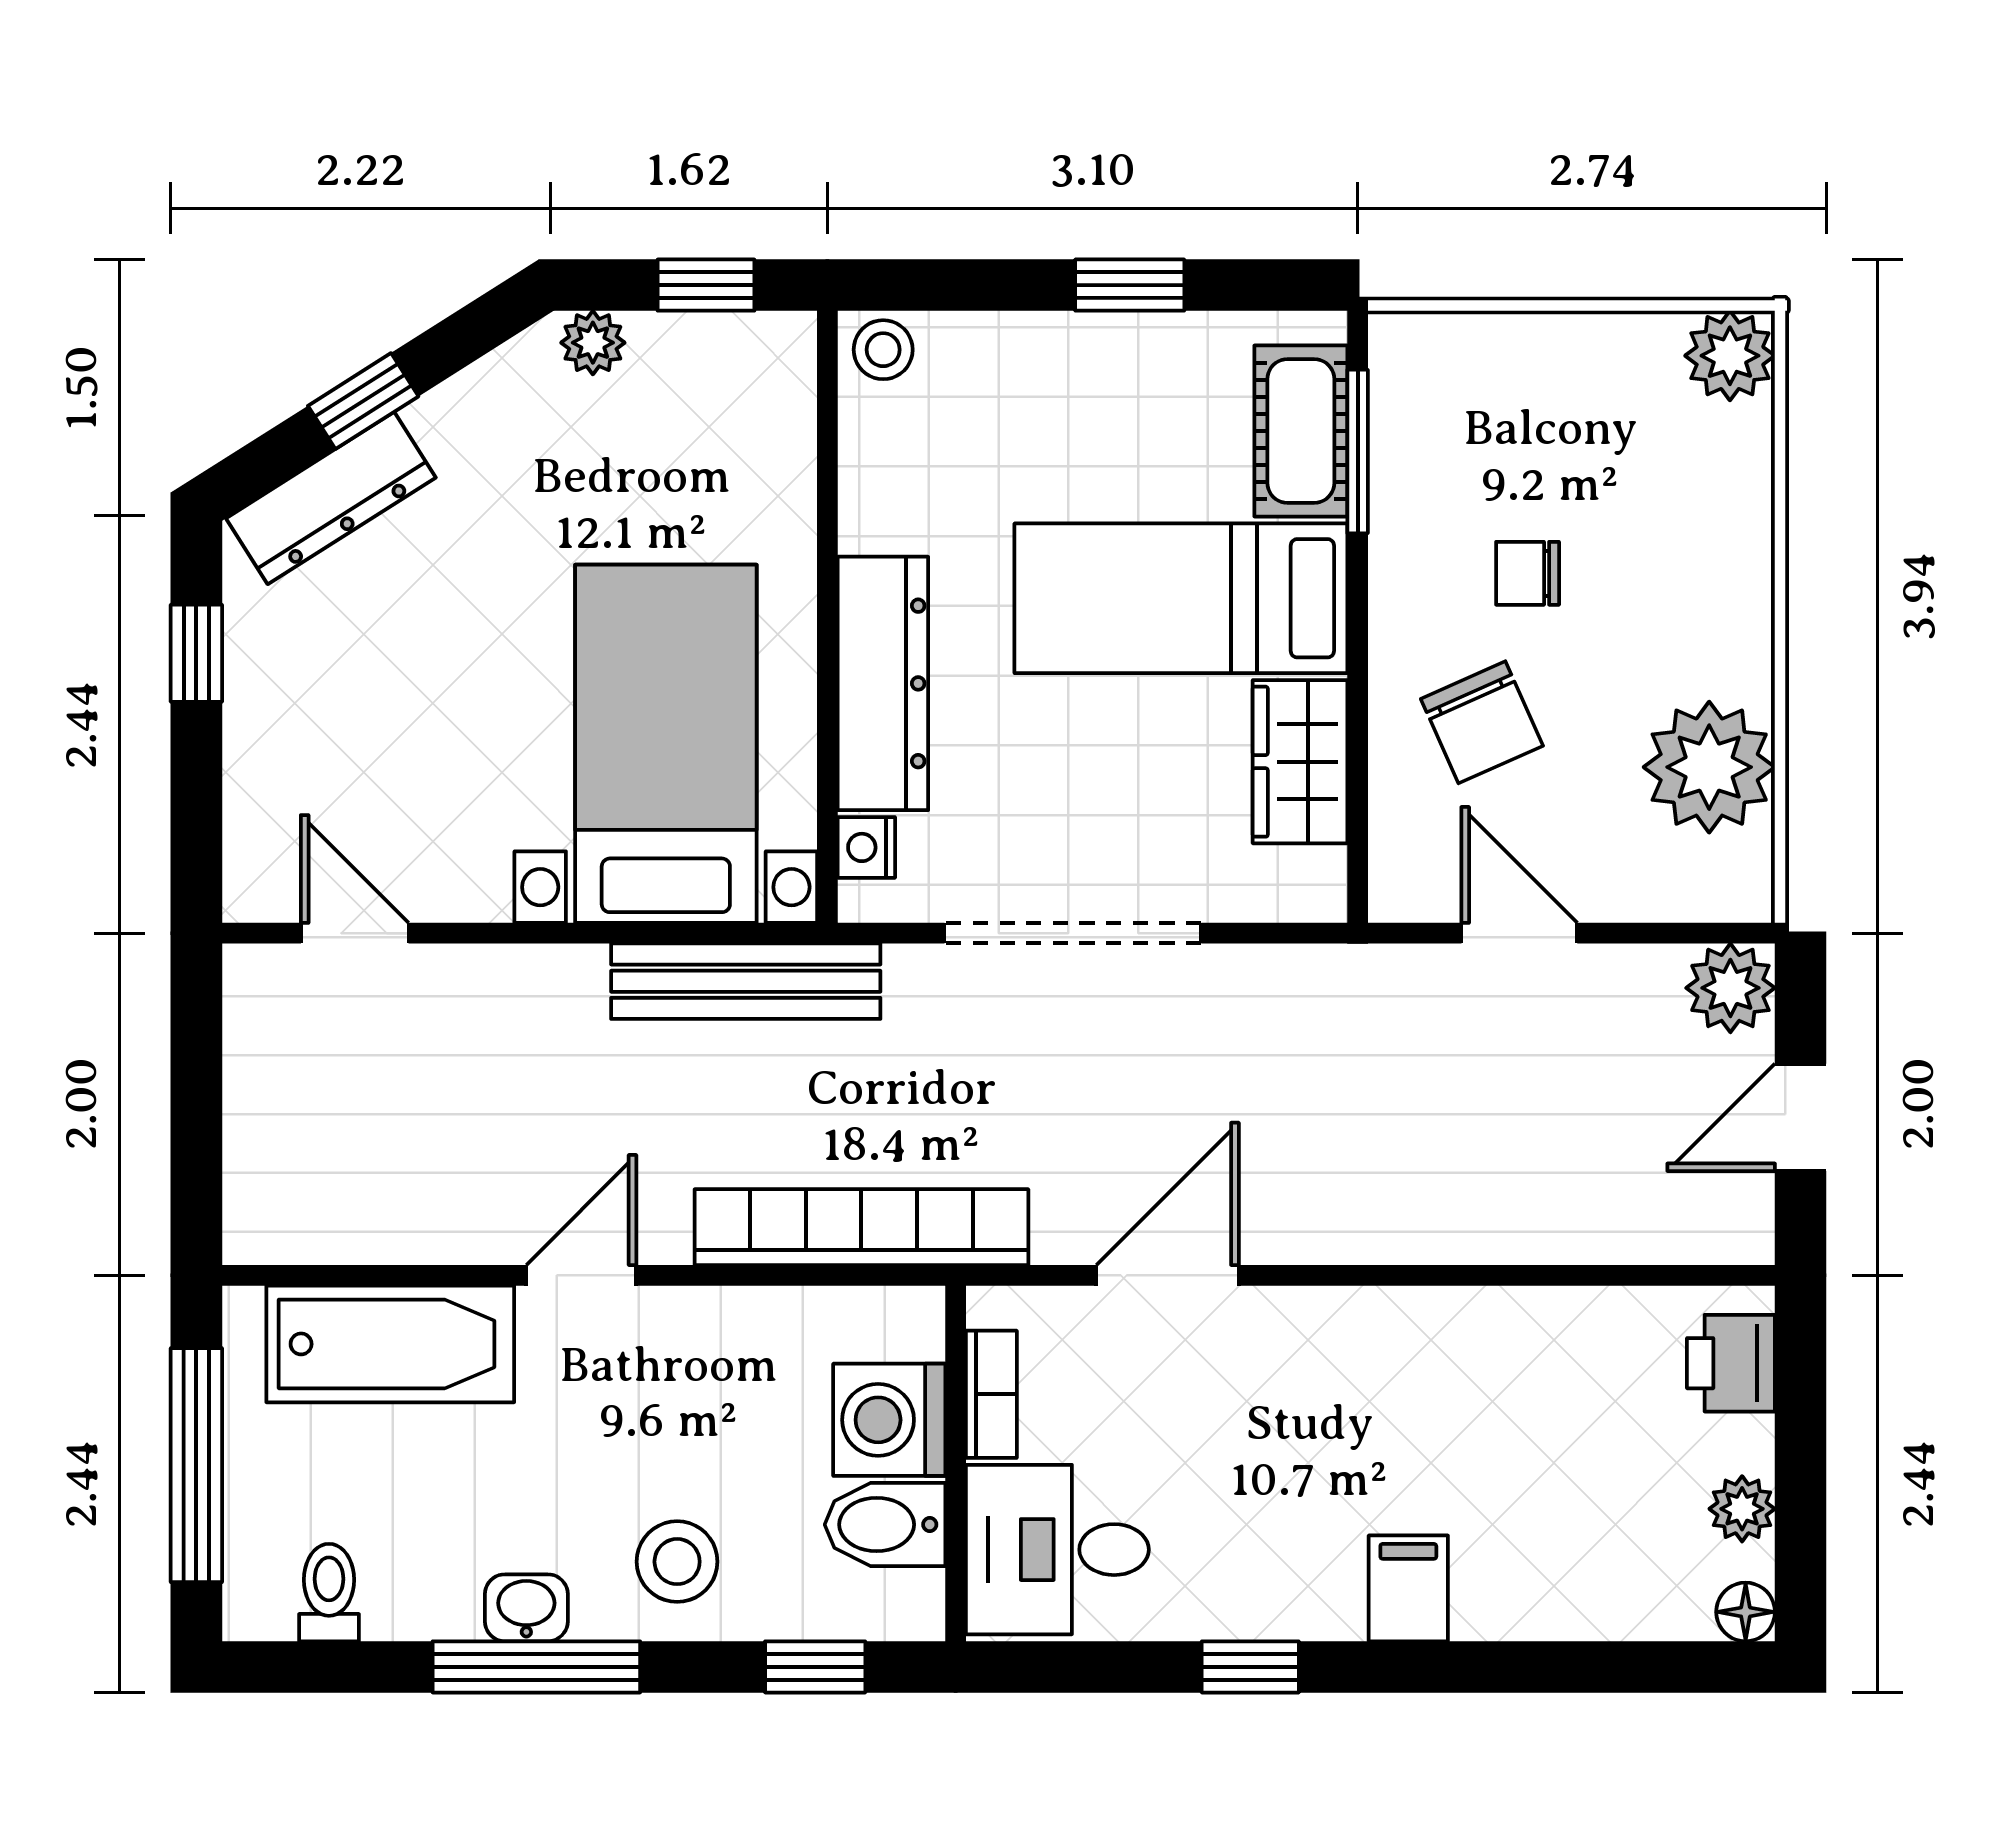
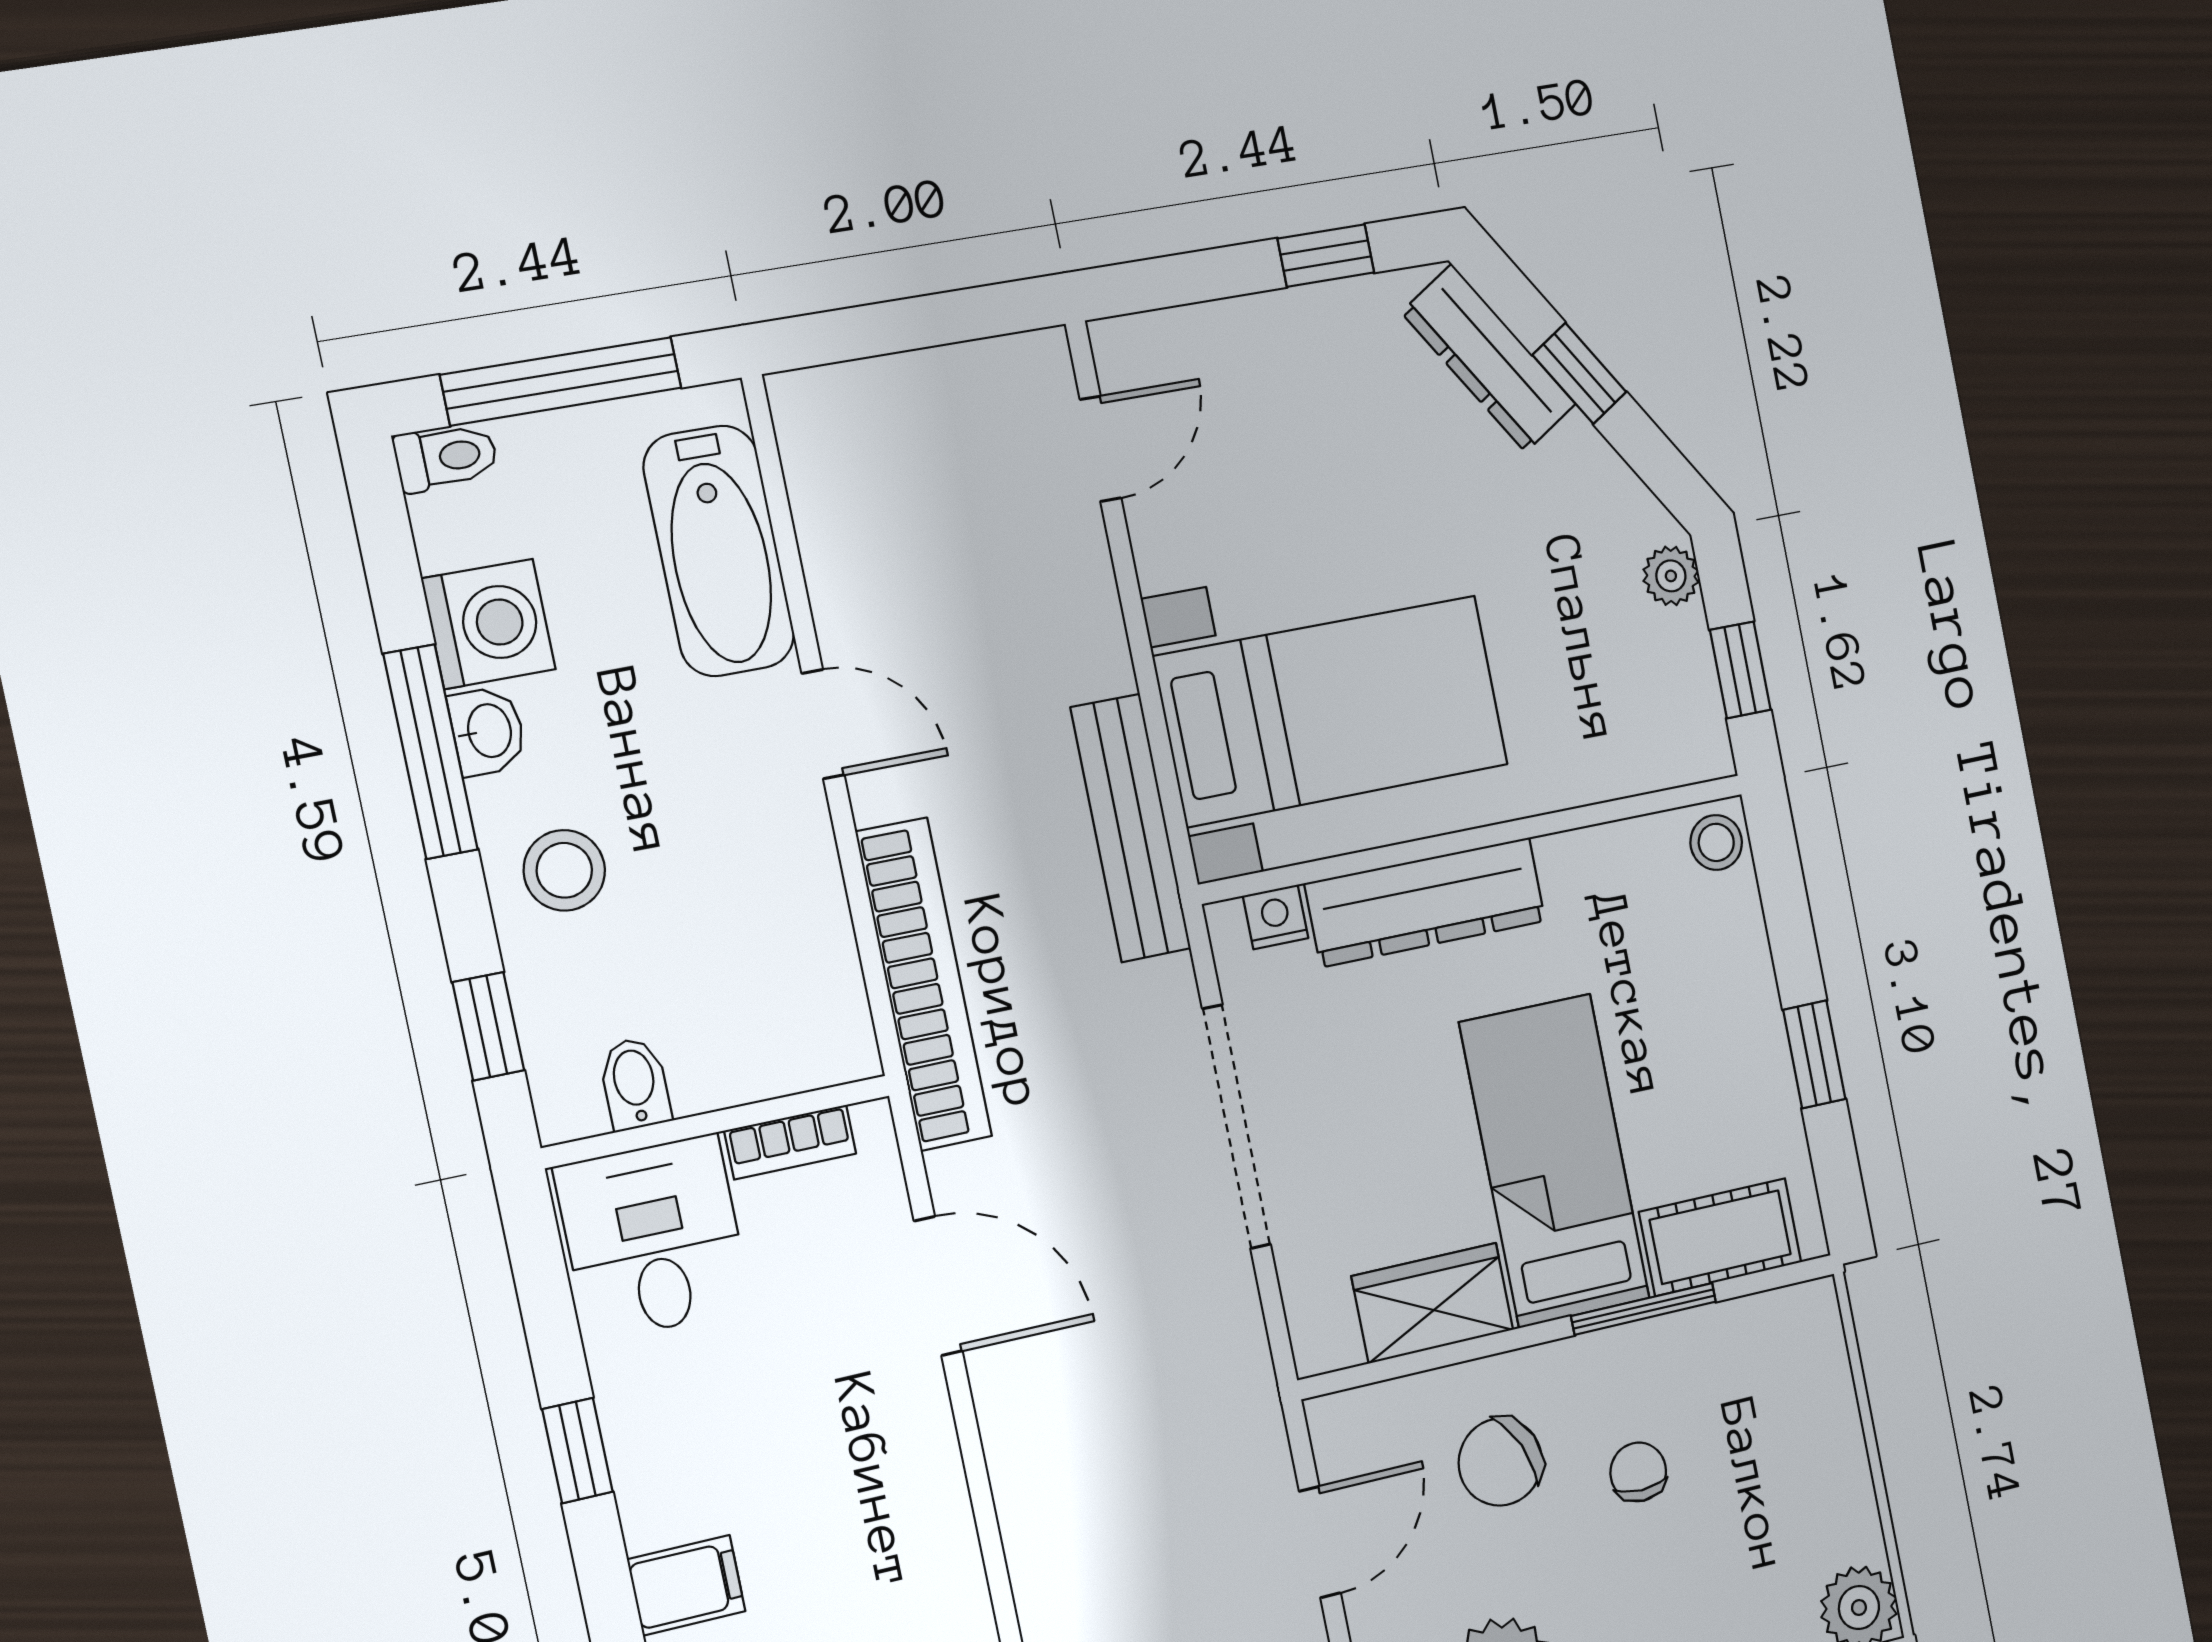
window: (1358, 451) -> (1644, 1309), moved
washing machine: (889, 1420) -> (489, 624), moved, turned 90
bidet: (885, 1525) -> (635, 1084), width x0.72, depth x0.74
toilet: (329, 1593) -> (446, 457), moved

